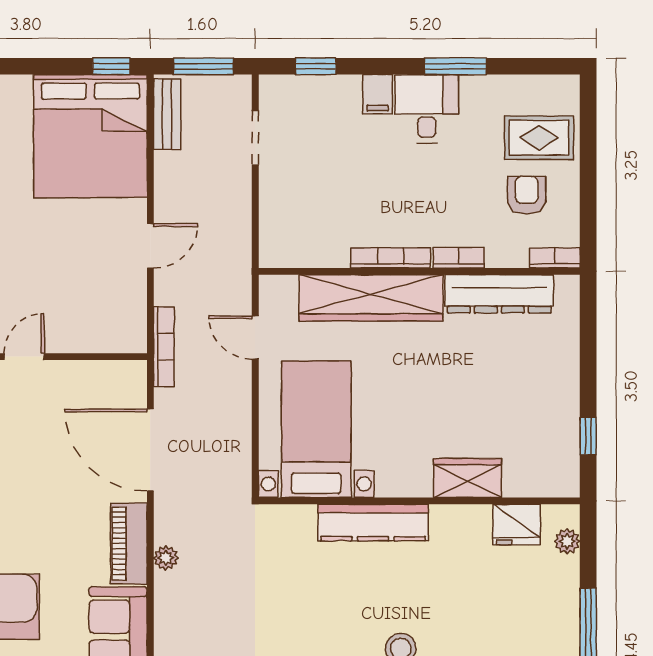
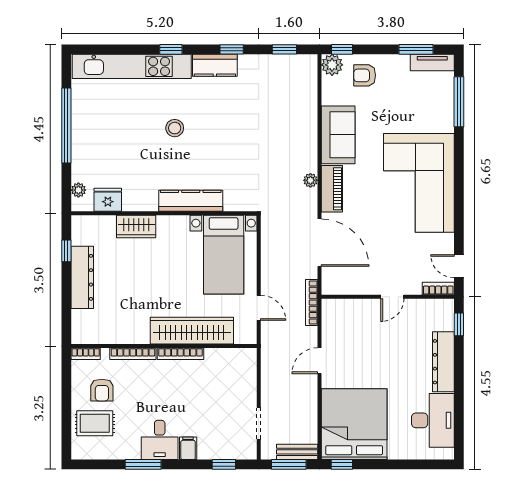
bench: (167, 114) -> (297, 452), moved, turned 90
bookcase: (459, 258) -> (133, 354), width x1.56
dresser: (499, 294) -> (82, 277), moved, turned 90

